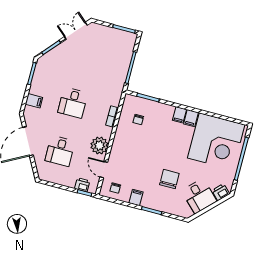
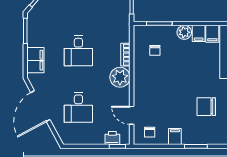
filing cabinet: (34, 101) -> (35, 60), width x2.00
plant: (167, 111) -> (184, 32), added
plant: (99, 146) -> (120, 77), moved
chair: (169, 179) -> (206, 107), turned -90

